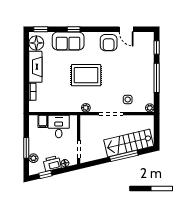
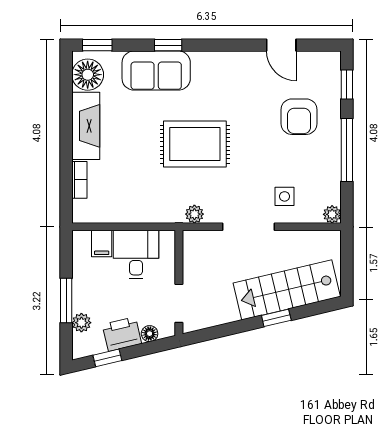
armchair: (109, 43) -> (299, 117), moved
window: (124, 156) -> (276, 318), width x0.46

